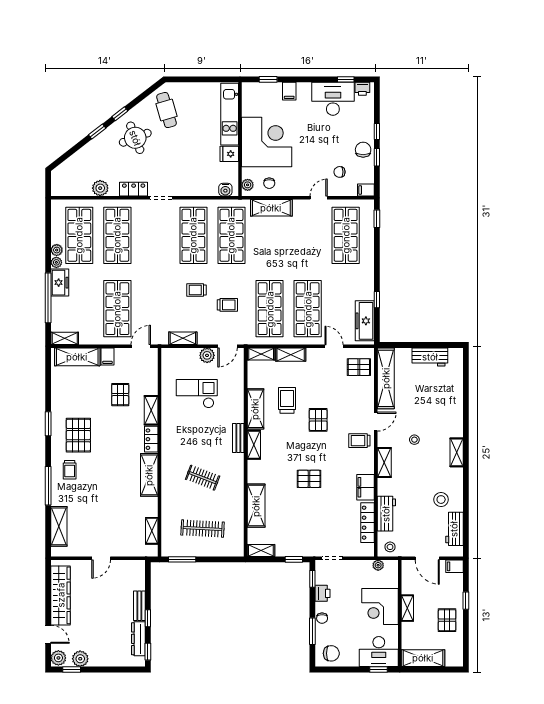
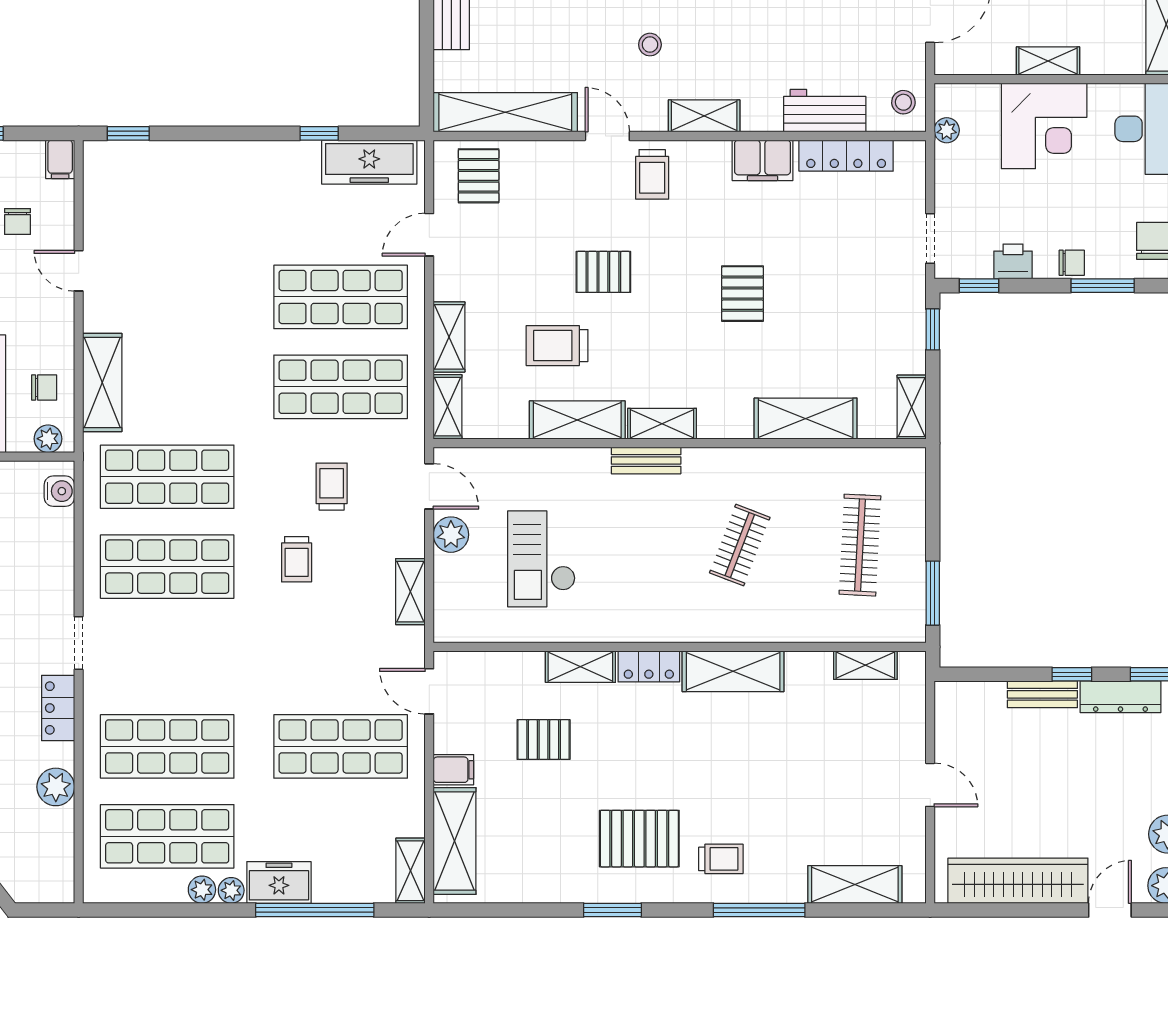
shop shelf: (346, 235) -> (167, 207), removed

